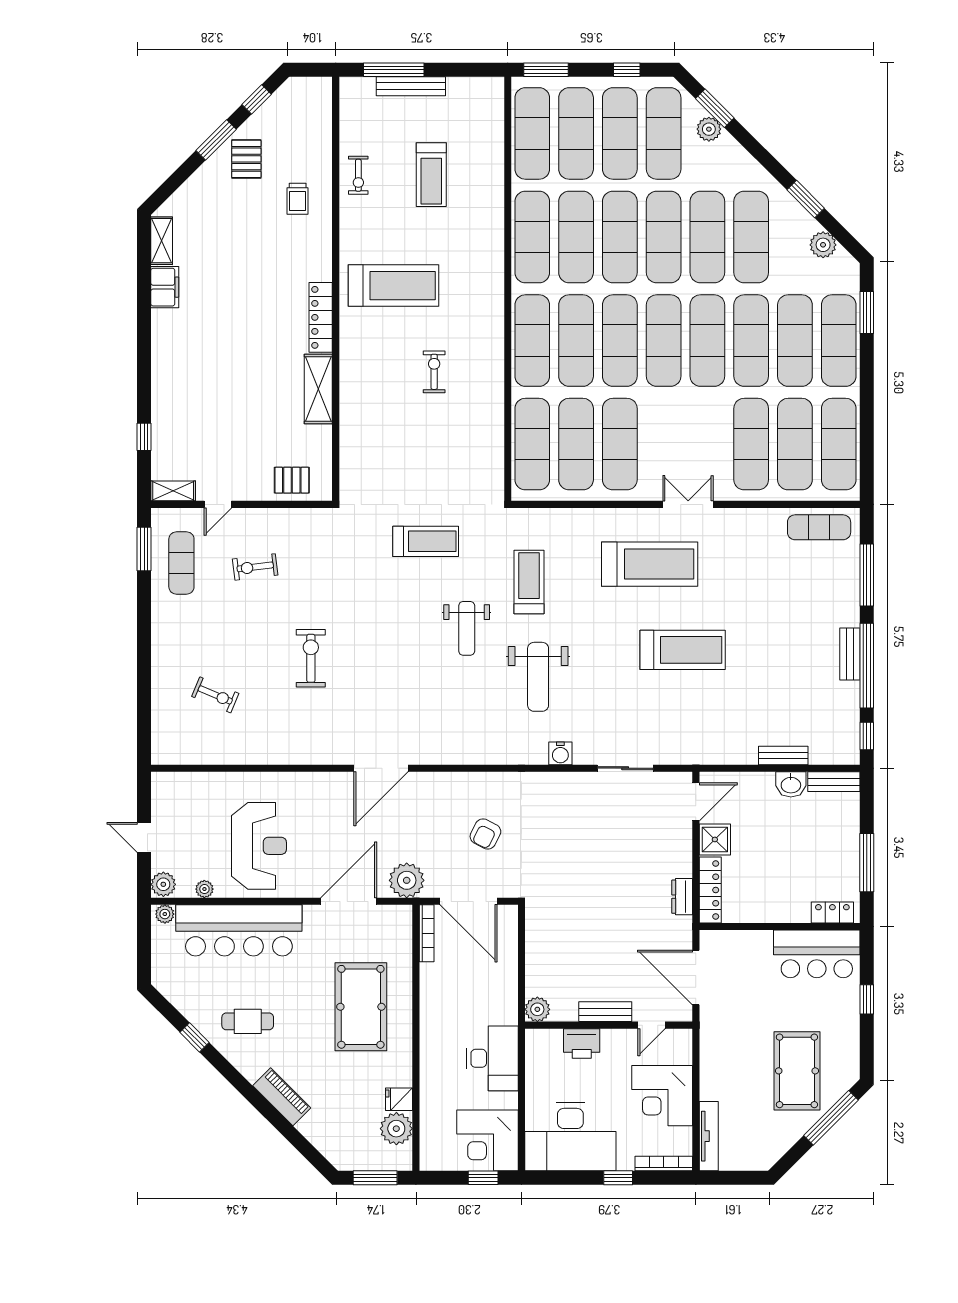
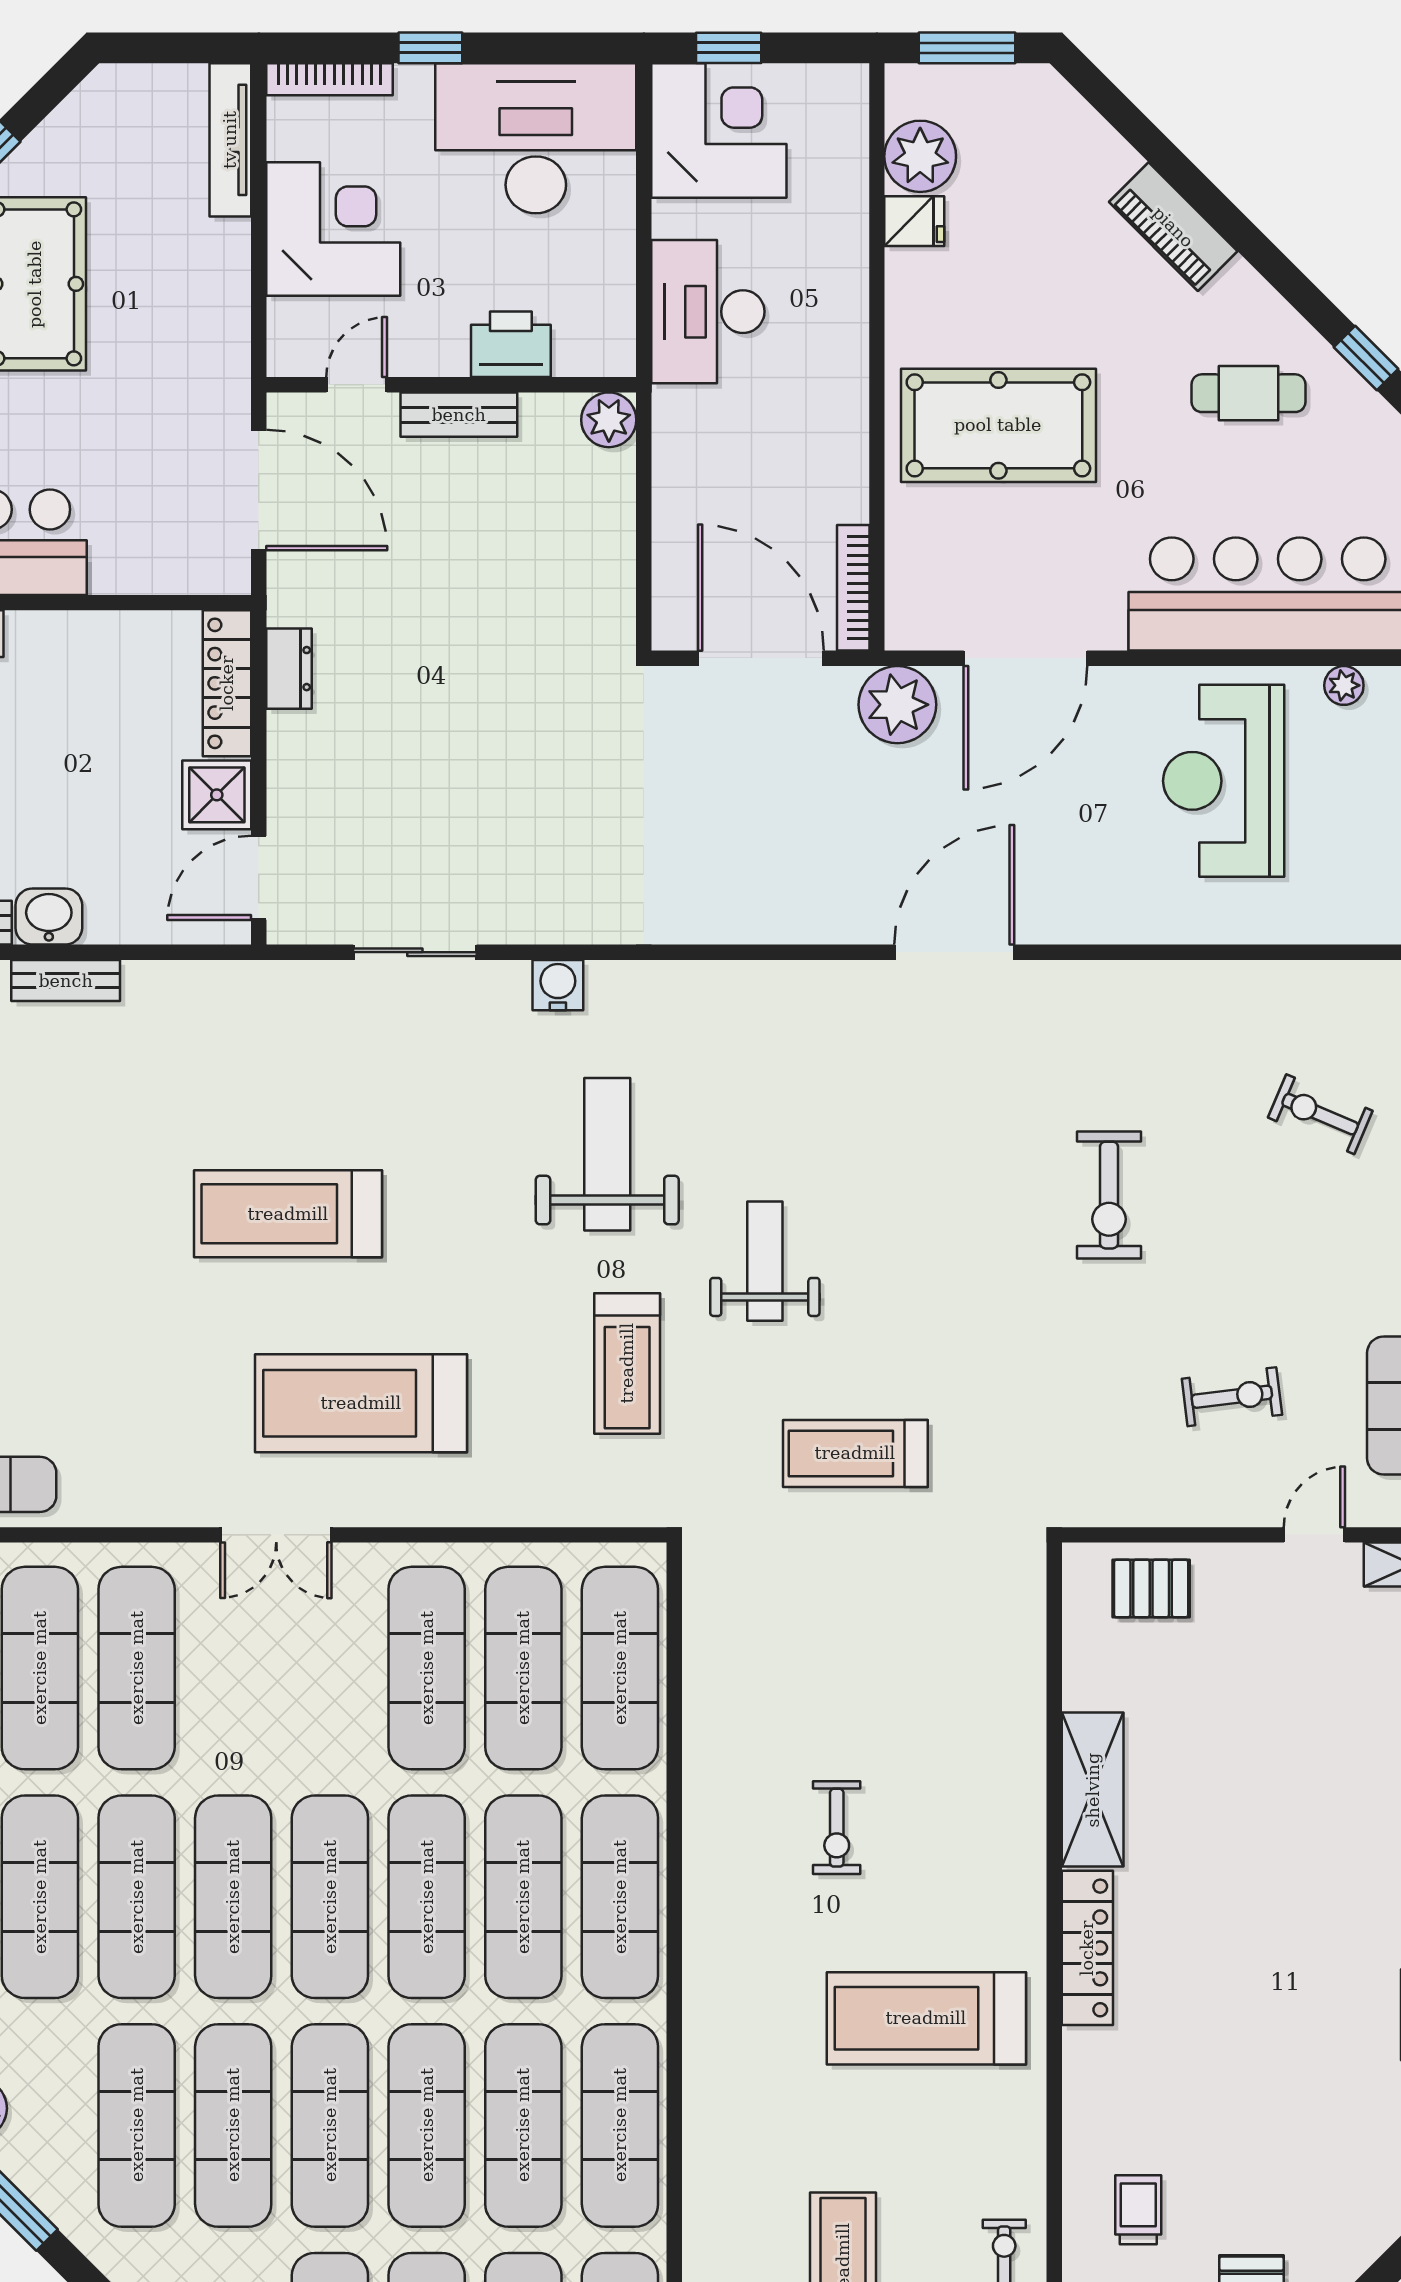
armchair: (485, 834) -> (723, 807), removed
pool table: (361, 1007) -> (998, 425), turned 90

